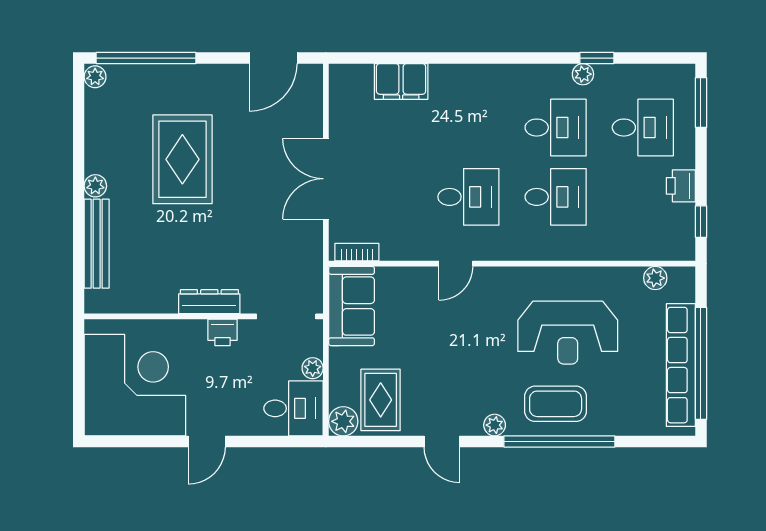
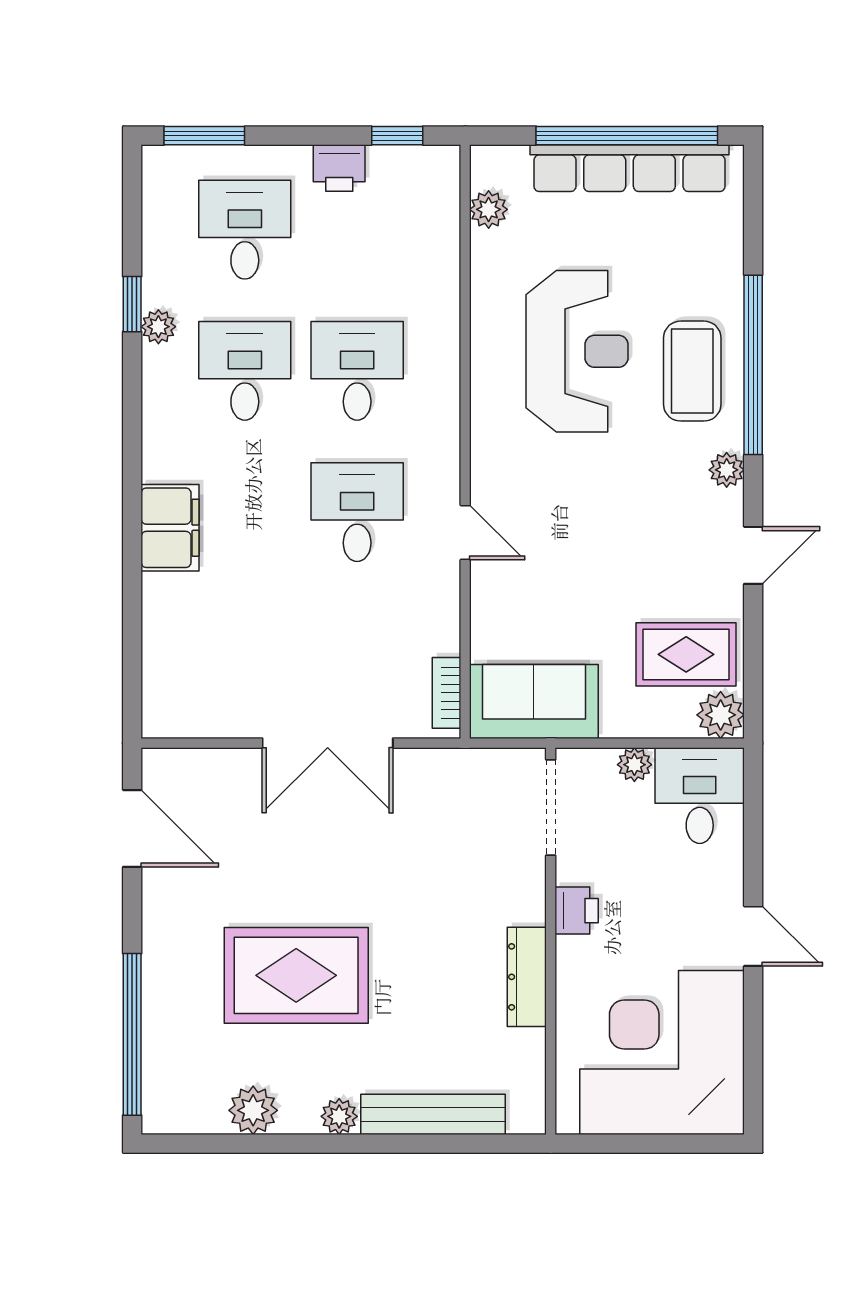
plant: (95, 77) -> (253, 1110), moved, width x1.38, depth x1.38
filing cabinet: (401, 81) -> (170, 528), moved
dresser: (209, 302) -> (527, 977), moved

